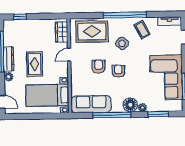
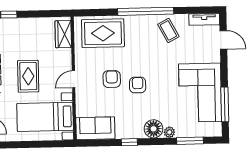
side table: (122, 43) -> (142, 49), removed
door: (69, 55) -> (74, 79), moved
sofa: (91, 104) -> (95, 128), width x0.73
window: (112, 115) -> (129, 142), width x0.32

